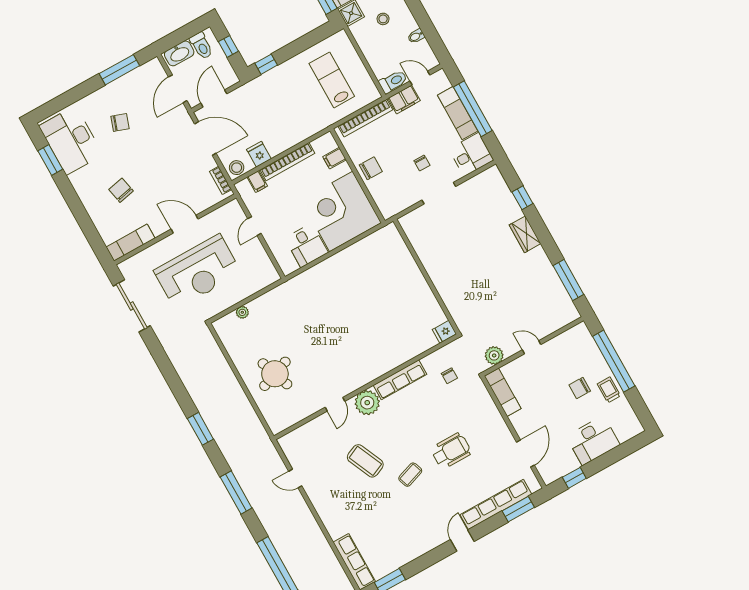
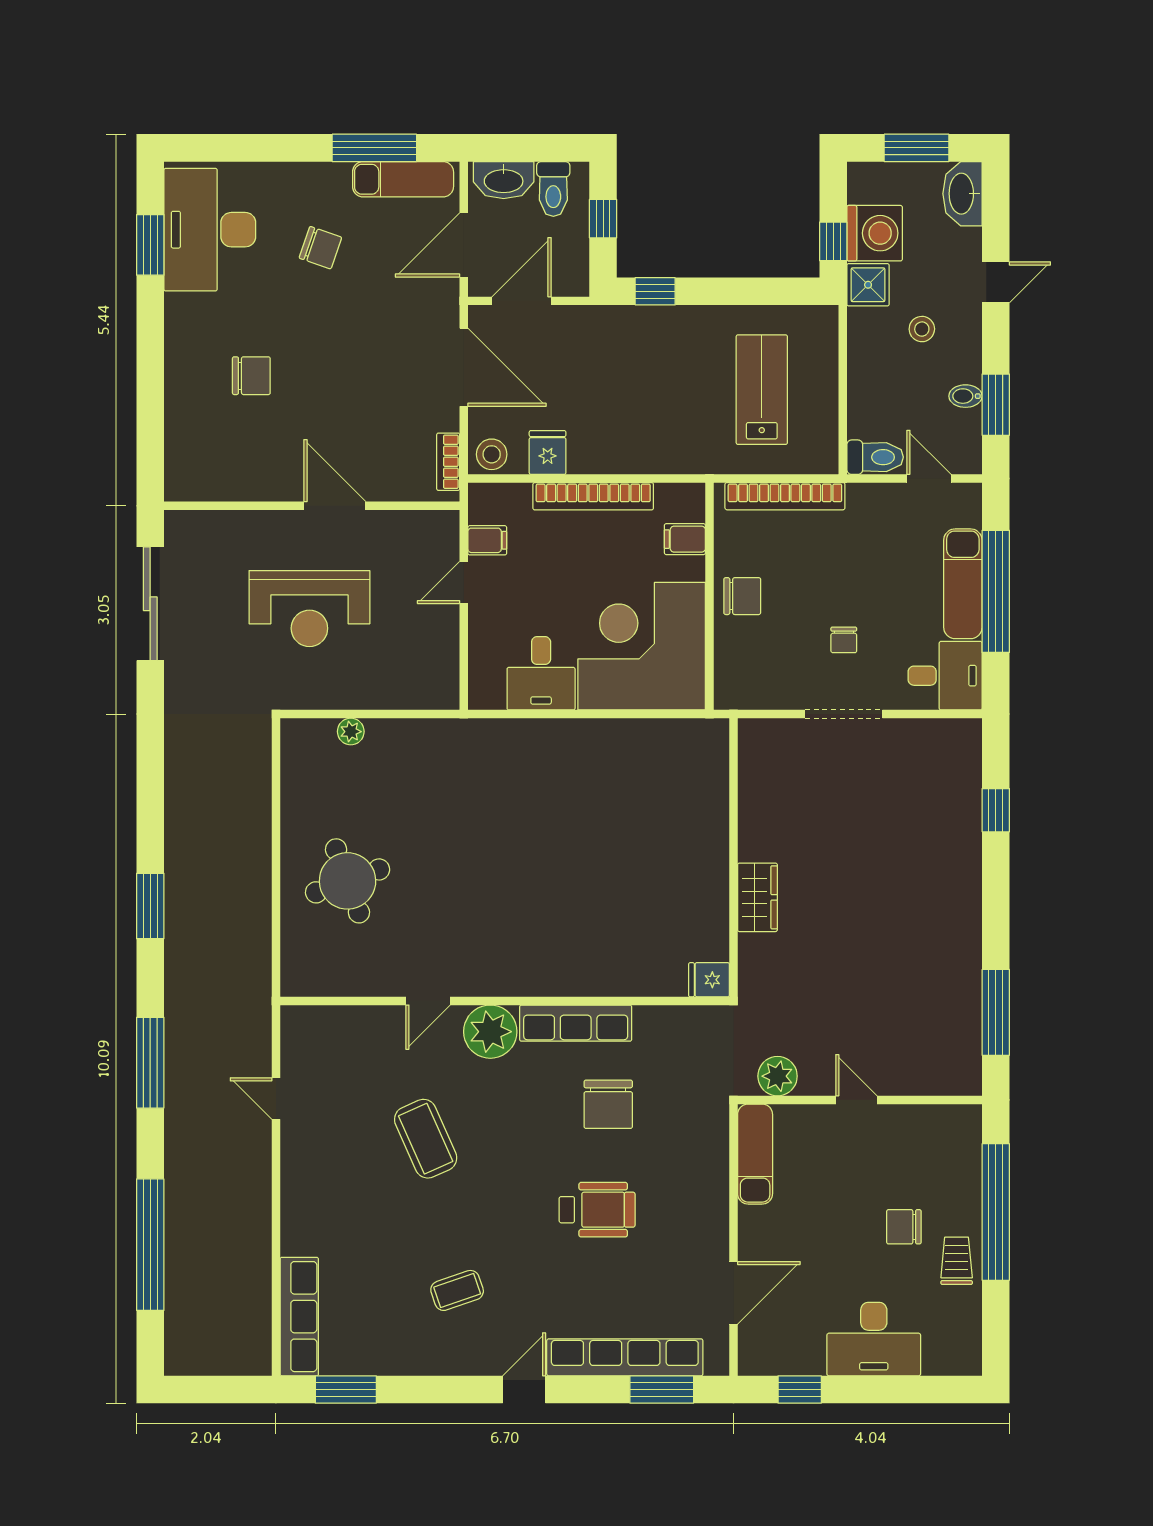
window: (430, 33) -> (996, 405), added
filing cabinet: (404, 99) -> (877, 502), removed
filing cabinet: (257, 182) -> (487, 540), moved, turned -90
chair: (121, 190) -> (251, 376), turned 102
wardrobe: (525, 234) -> (757, 897), moved, turned 180
exam couch: (131, 243) -> (403, 179), moved, turned 180
reception desk: (198, 272) -> (309, 609), width x0.74, depth x0.77
chair: (449, 376) -> (608, 1104), moved, width x1.87, depth x1.87
coffee table: (410, 475) -> (457, 1290), moved

